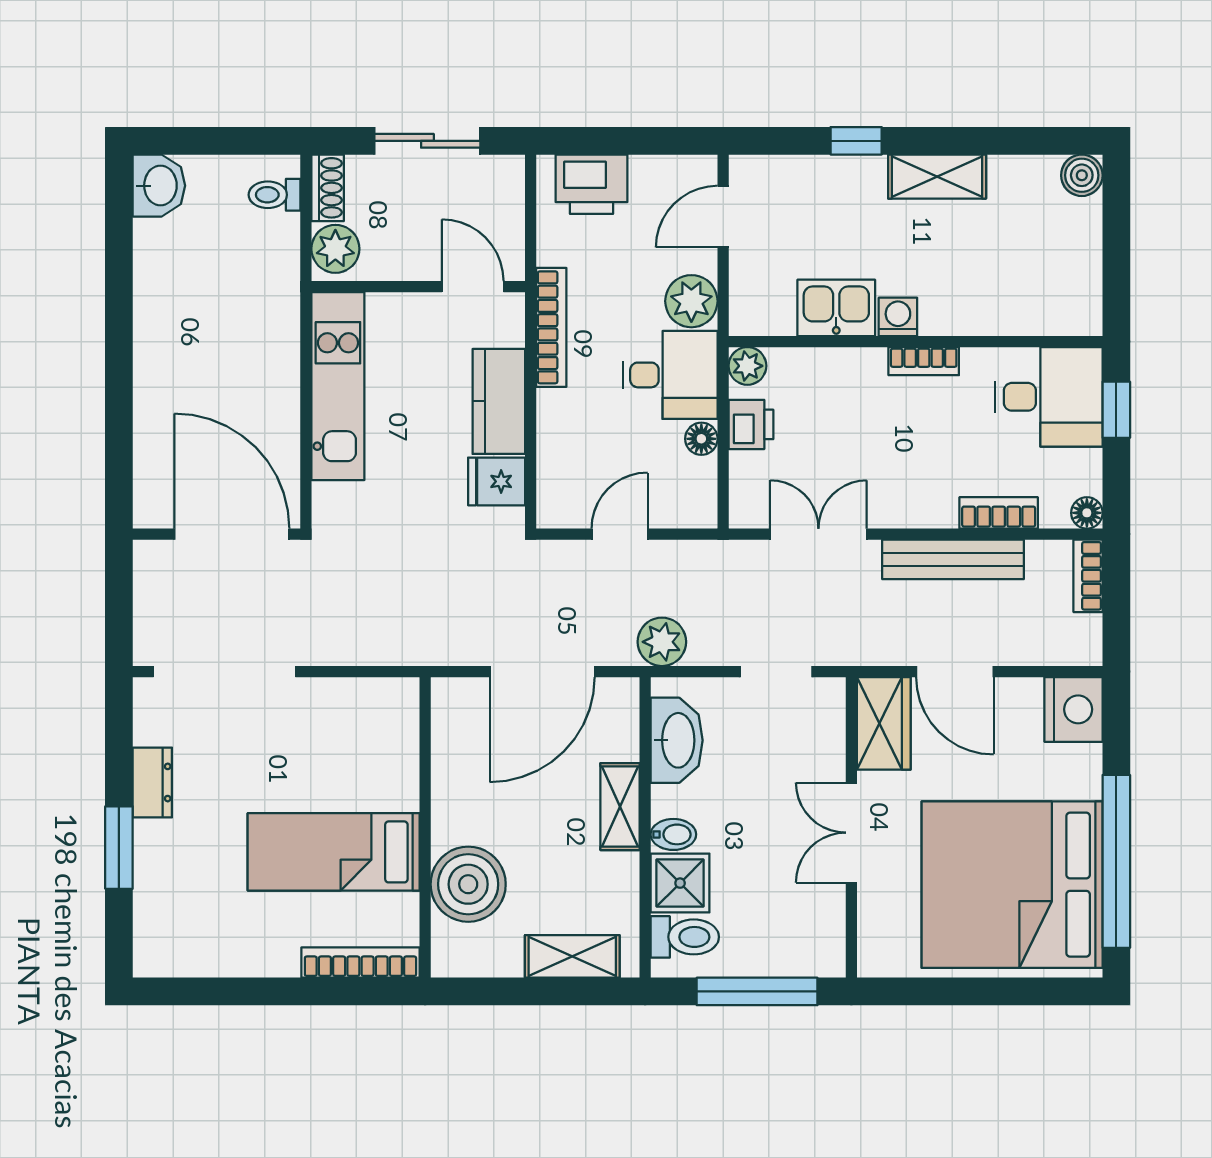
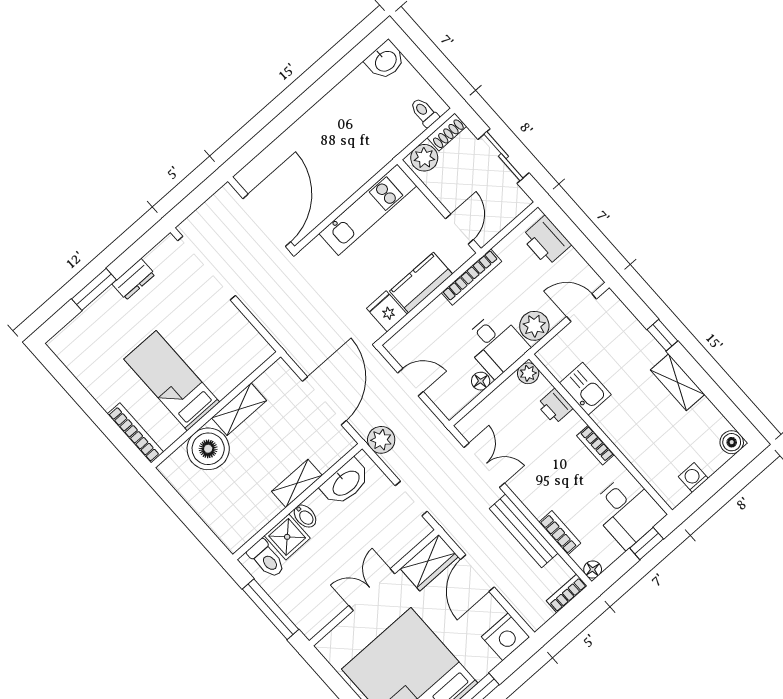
washing machine: (898, 317) -> (693, 478), moved, turned -90
printer: (751, 424) -> (555, 406), moved, turned 90
door: (542, 672) -> (324, 401), swing flipped
shelving: (572, 956) -> (239, 409), moved, turned 90

